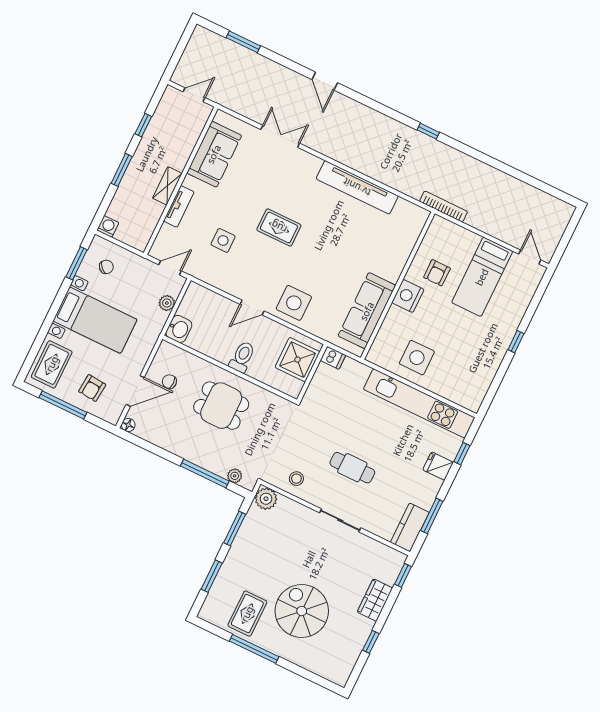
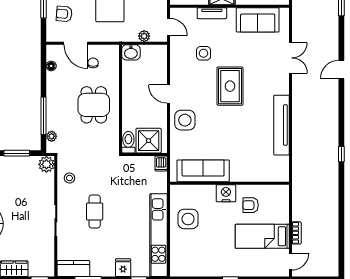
bookcase: (444, 206) -> (296, 233), moved, width x0.64
rug: (279, 227) -> (230, 86), width x1.36, depth x1.43
toilet: (242, 357) -> (128, 142), moved, turned -90
floor lamp: (128, 425) -> (51, 66), moved

